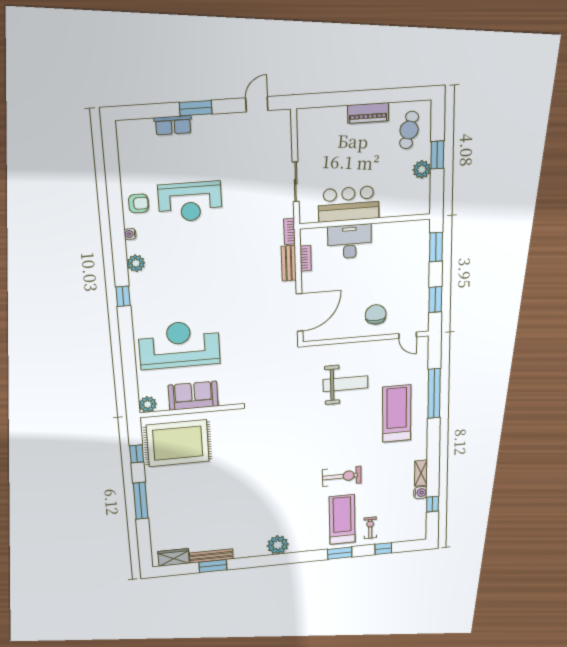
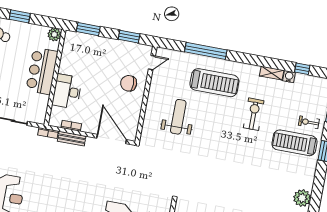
plant: (422, 169) -> (54, 34), moved
bar counter: (349, 204) -> (42, 71), moved
treadmill: (397, 414) -> (214, 83), turned 180
exercise bike: (342, 476) -> (254, 114), moved

